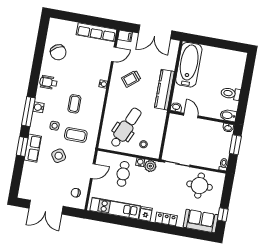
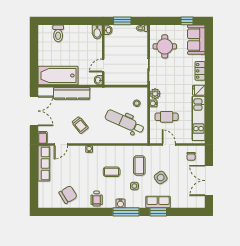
door: (114, 54) -> (61, 145), swing flipped
kitchen counter: (164, 90) -> (72, 93), moved
toilet: (231, 94) -> (58, 33), moved
double door: (46, 207) -> (209, 181), swing flipped

